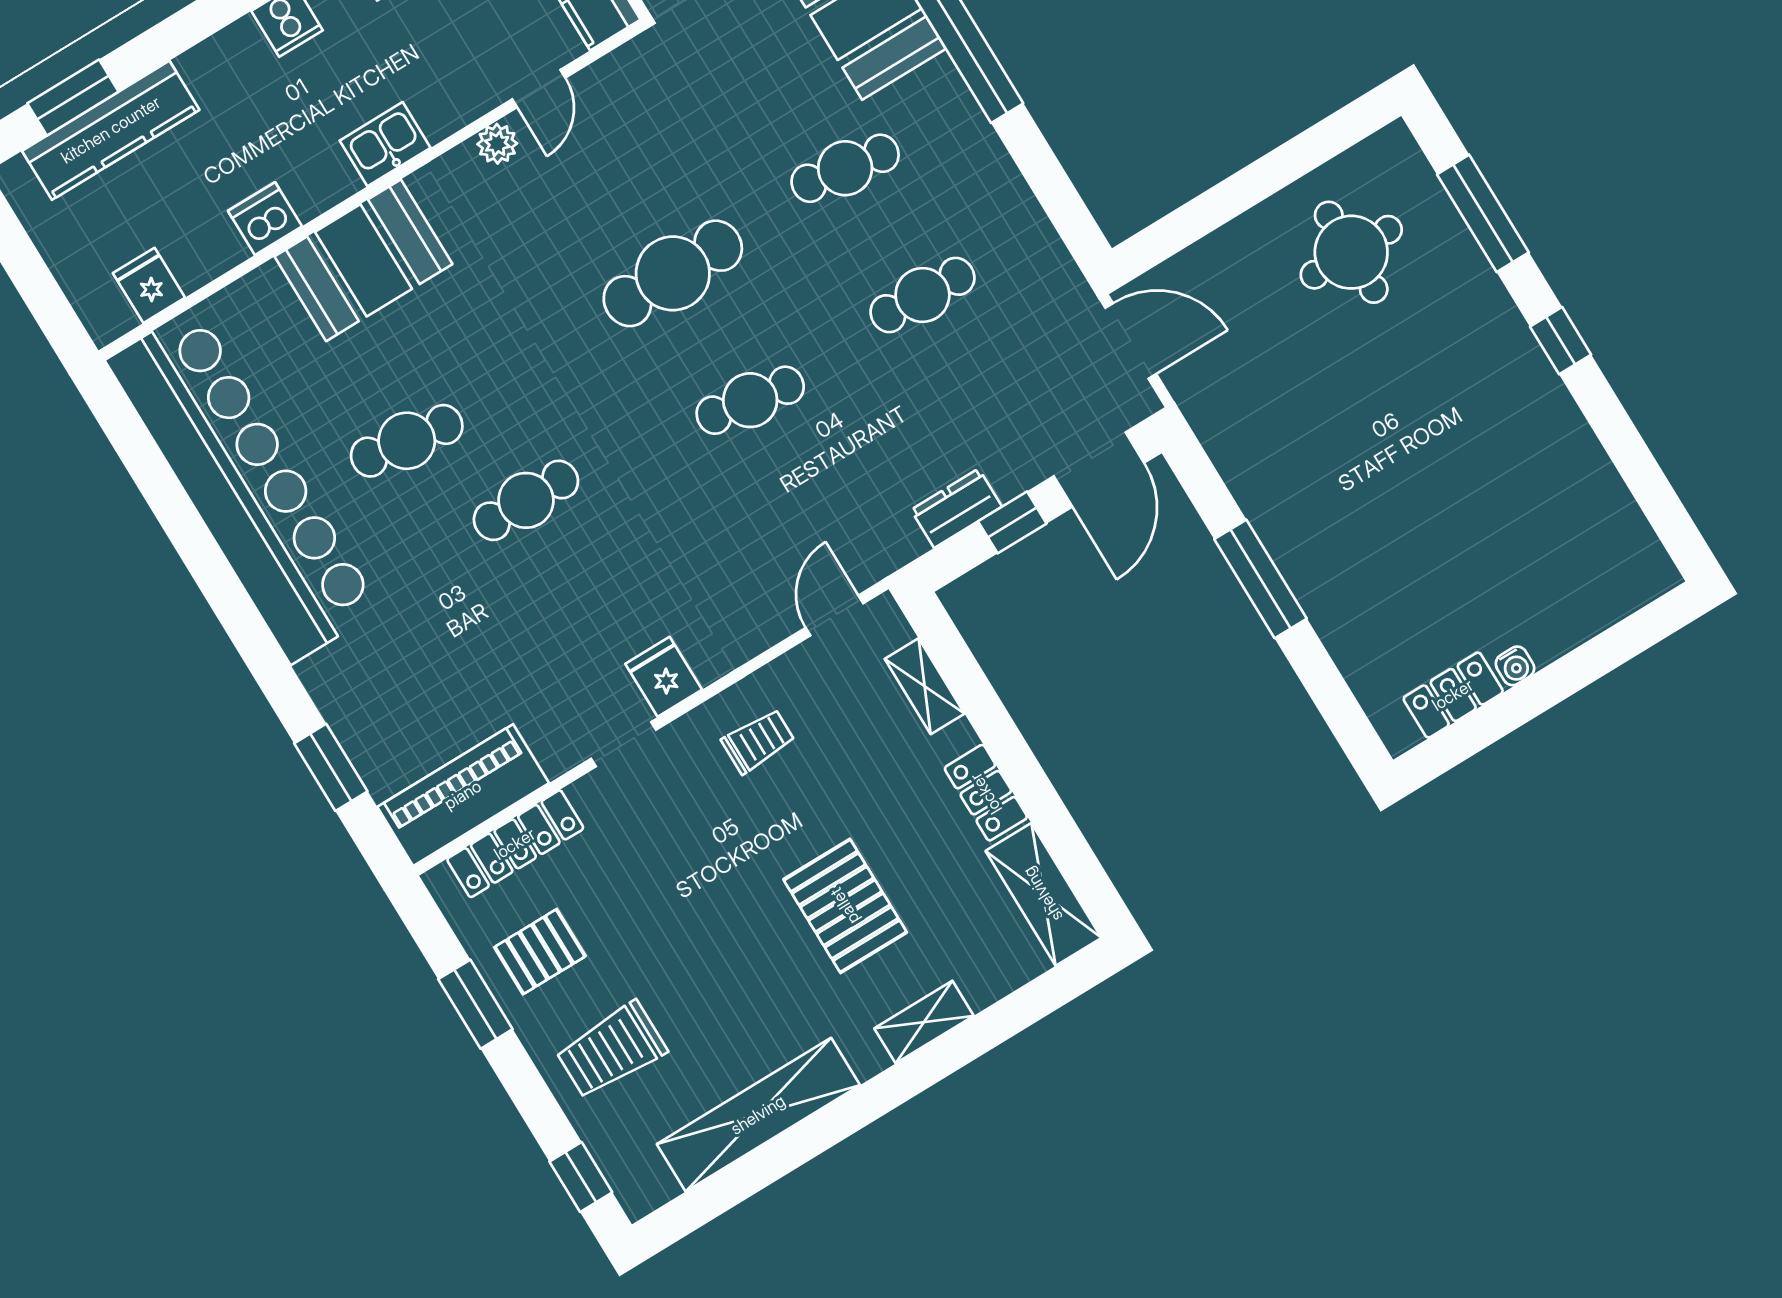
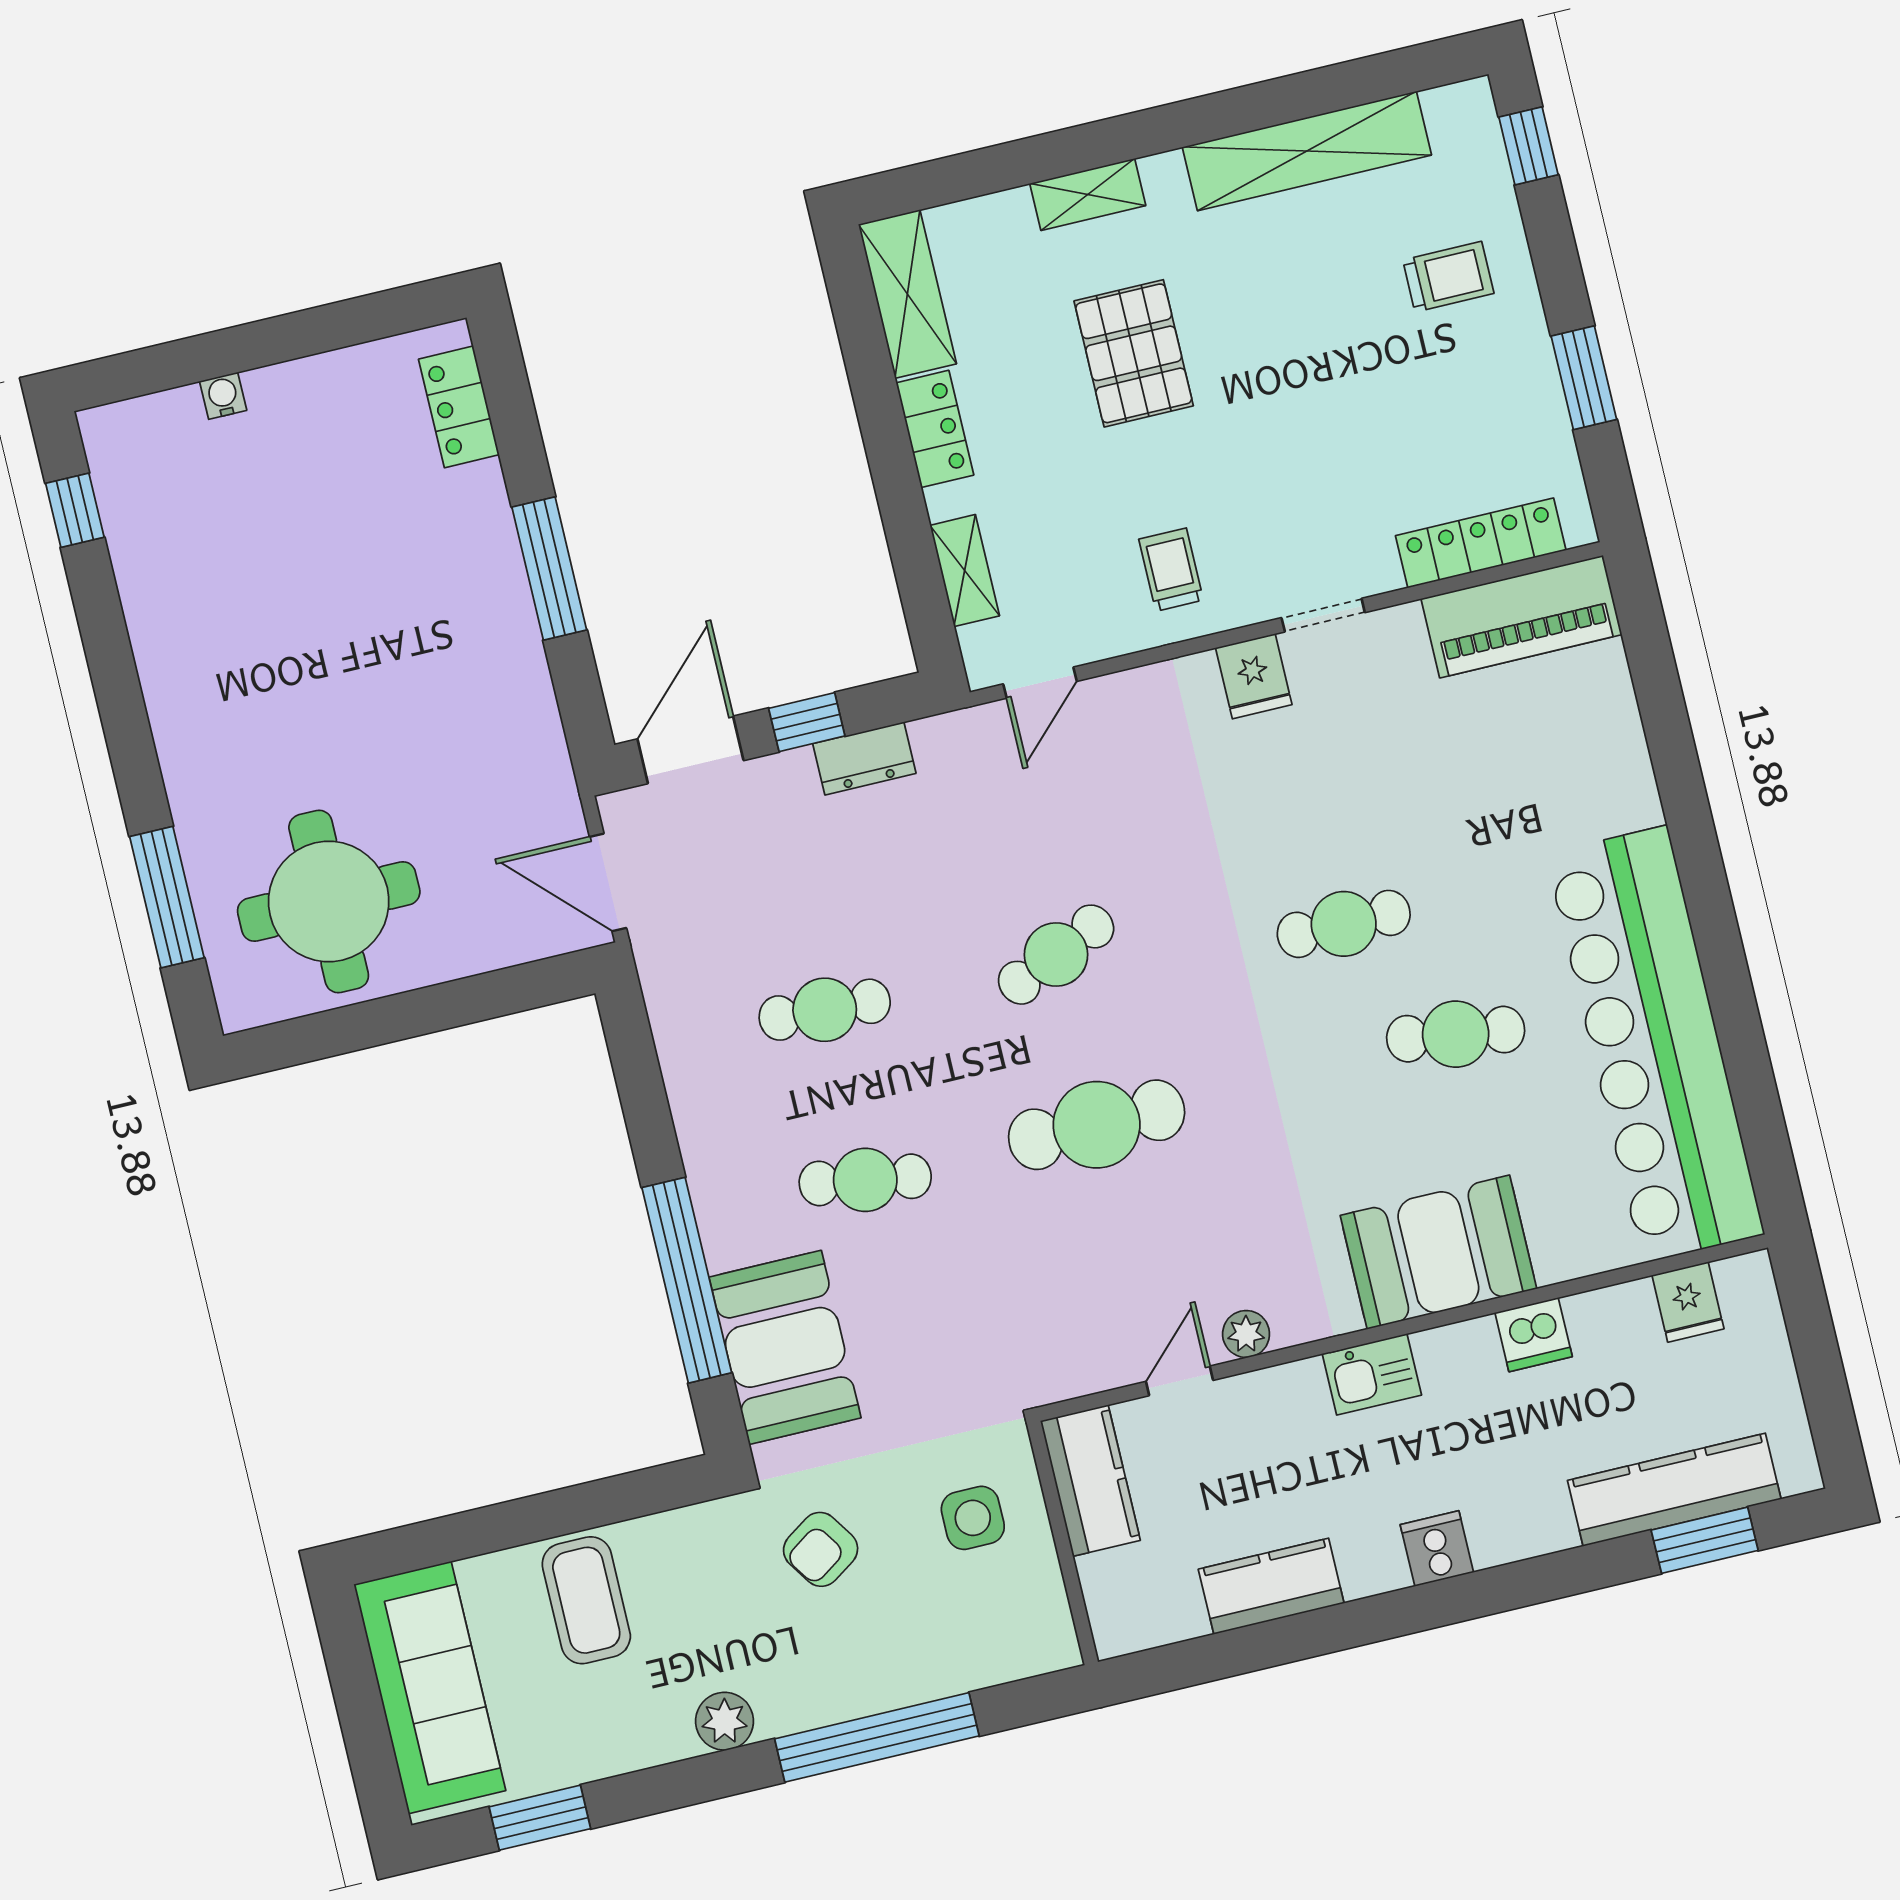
round table: (1351, 252) -> (329, 902), width x1.36, depth x1.36
window: (1561, 341) -> (75, 510), moved
cafe table: (750, 400) -> (1056, 955), turned -33
water cooler: (1515, 666) -> (223, 396), moved
locker: (1453, 695) -> (459, 407), moved, turned 90
trolley: (758, 741) -> (1171, 570), turned 90
window: (331, 767) -> (1660, 696), removed
pallet: (540, 952) -> (1492, 413), removed
trolley: (611, 1050) -> (1448, 277), width x0.73, depth x0.72

